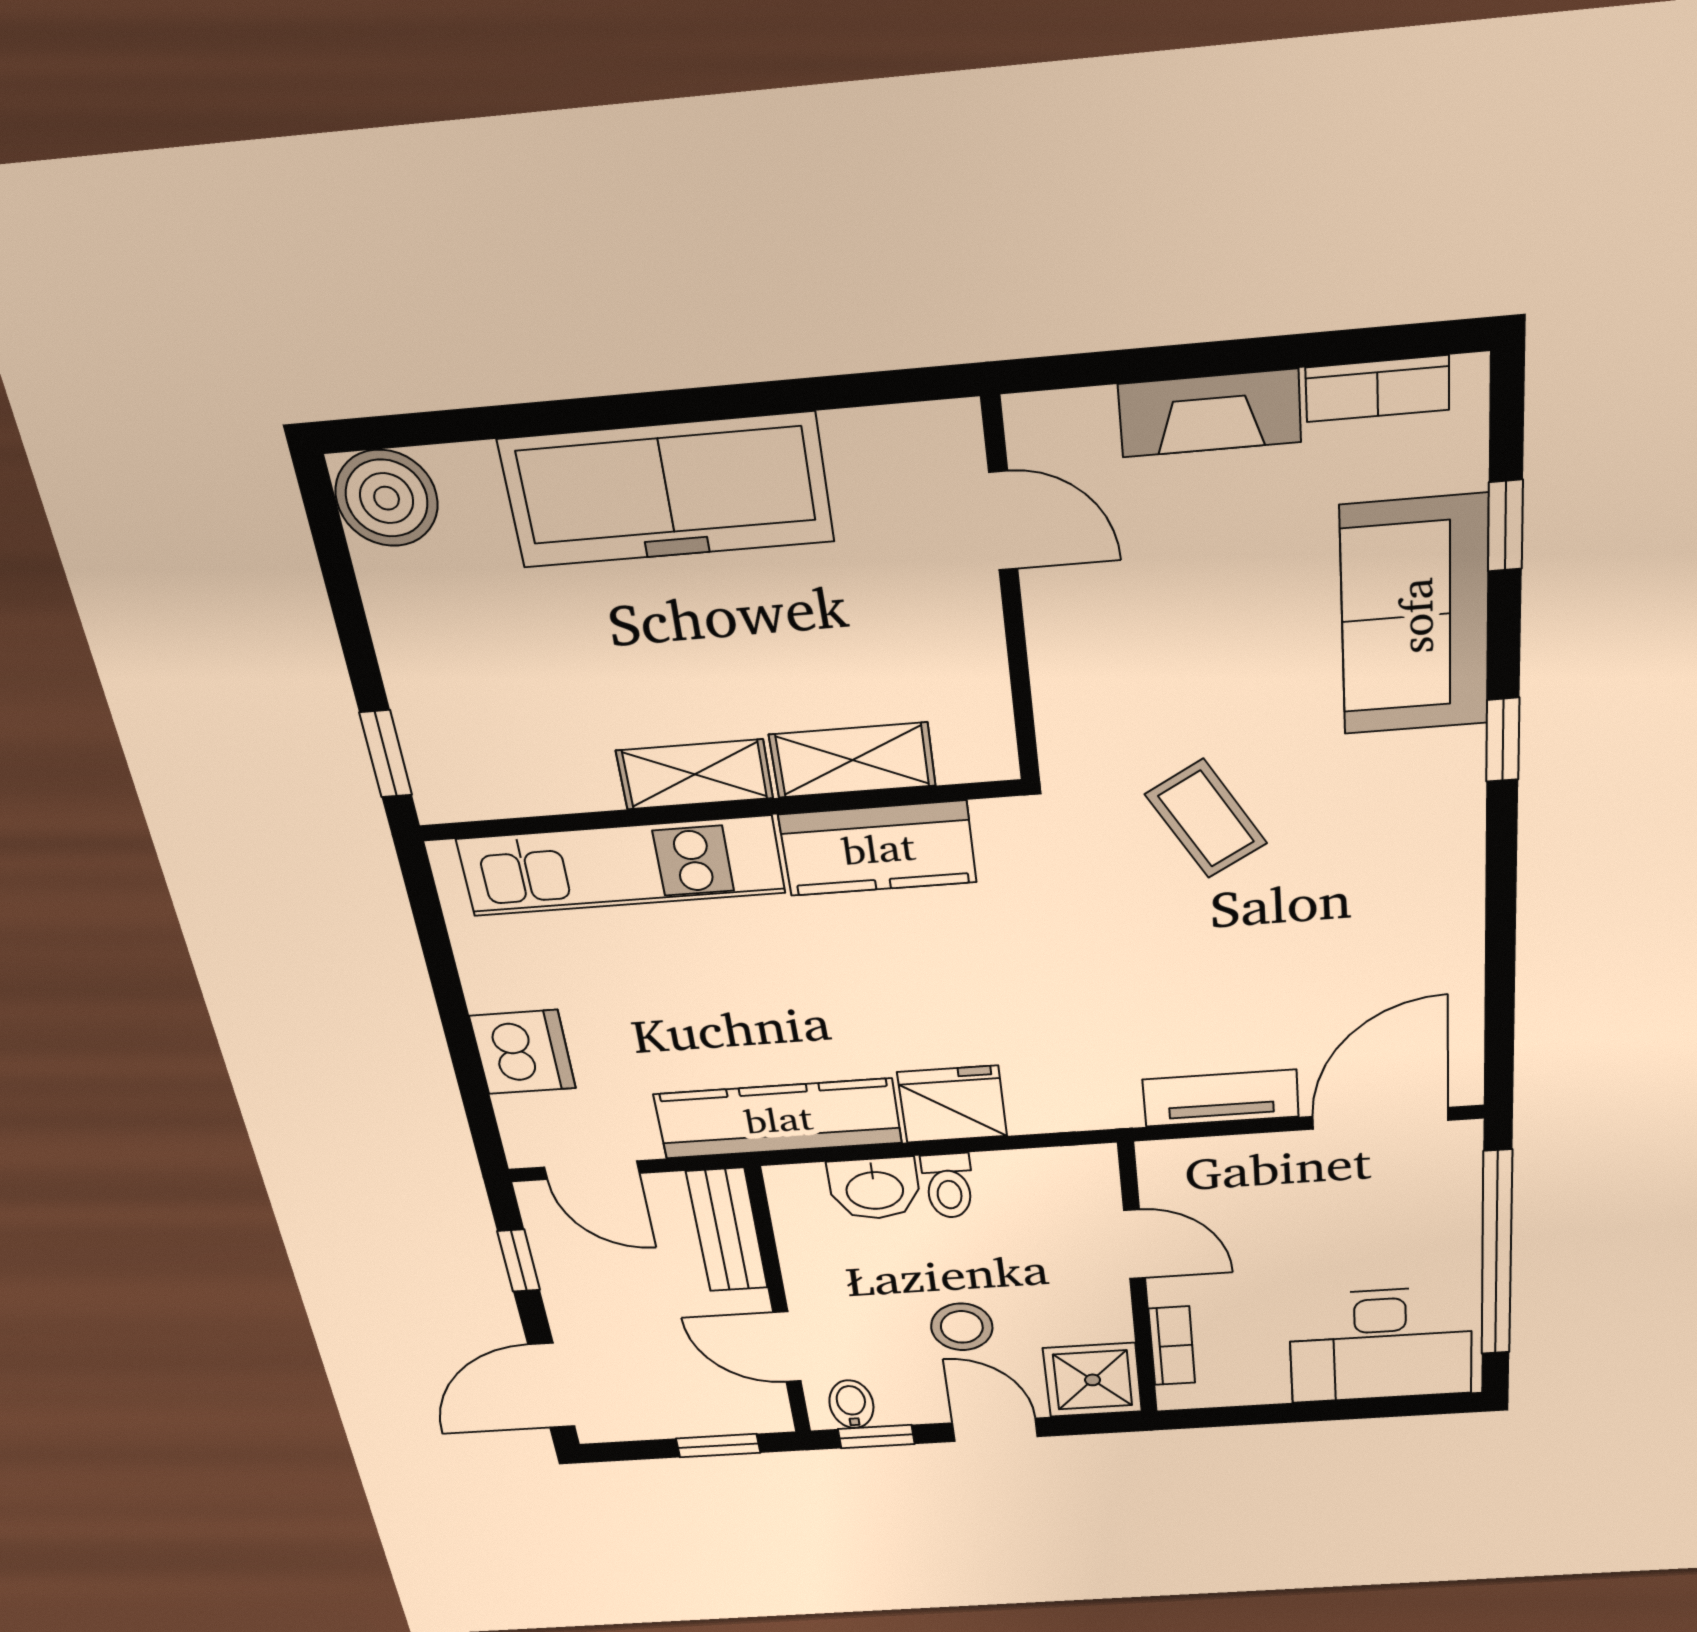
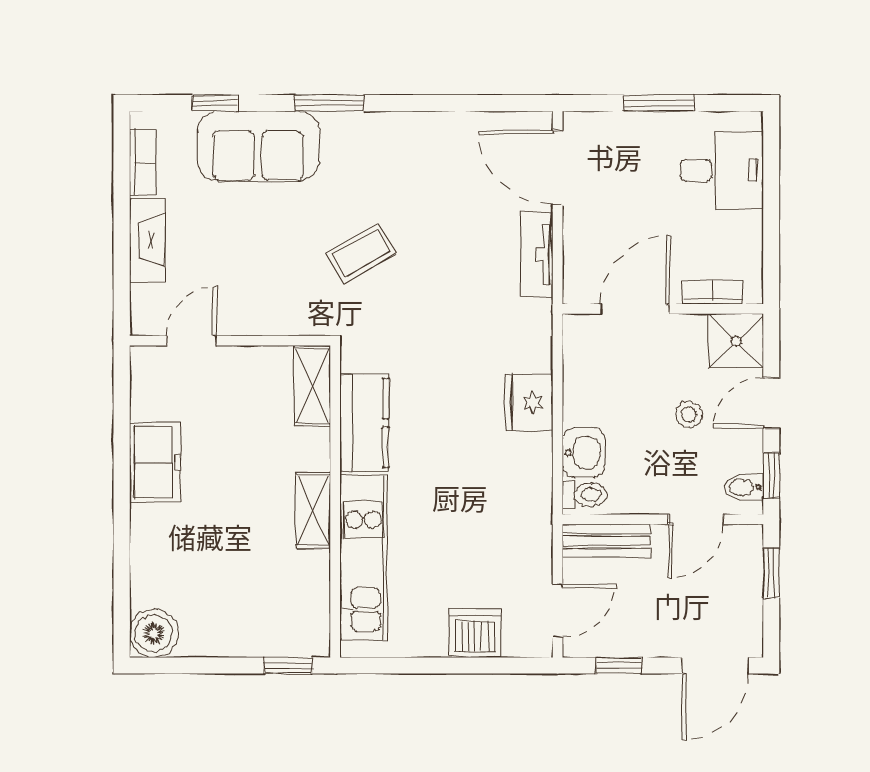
freezer: (667, 491) -> (155, 462), width x0.52, depth x0.79
window: (1503, 740) -> (329, 103), width x1.50
shelving: (852, 760) -> (312, 386), moved
kitchen counter: (778, 1119) -> (531, 500), removed
toilet: (948, 1186) -> (585, 495), moved
door: (1135, 1244) -> (635, 309), width x1.38
window: (1497, 1254) -> (659, 103), width x0.47
stool: (962, 1327) -> (689, 414), width x0.73, depth x0.73
desk: (1381, 1345) -> (722, 170), width x0.73
door: (551, 1386) -> (715, 666), hinge flipped

